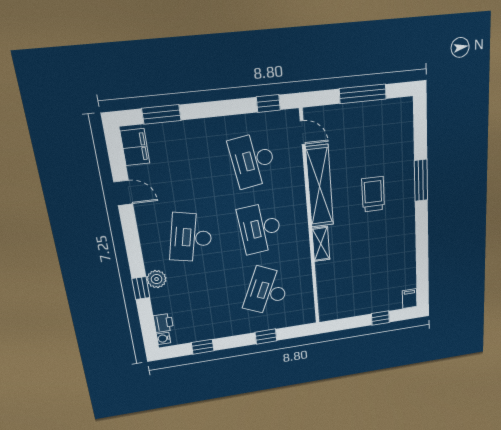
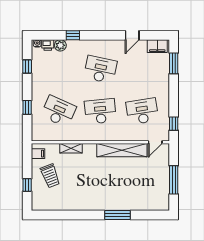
trolley: (373, 194) -> (50, 176), moved, turned 69
shelving: (321, 244) -> (71, 148), moved
plant: (157, 279) -> (60, 45), moved
filing cabinet: (410, 299) -> (38, 154), moved

